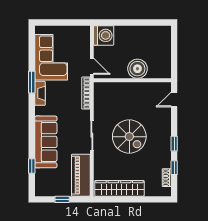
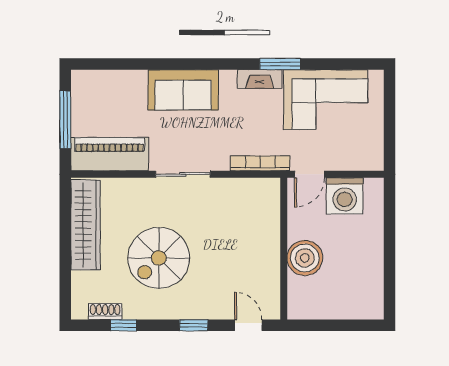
washing machine: (104, 35) -> (345, 196), moved
spiral stairs: (129, 137) -> (159, 258), moved
sofa: (46, 142) -> (183, 90), width x0.73
window: (174, 144) -> (194, 325), moved
window: (32, 166) -> (126, 64), removed
window: (62, 199) -> (65, 120), width x2.17

